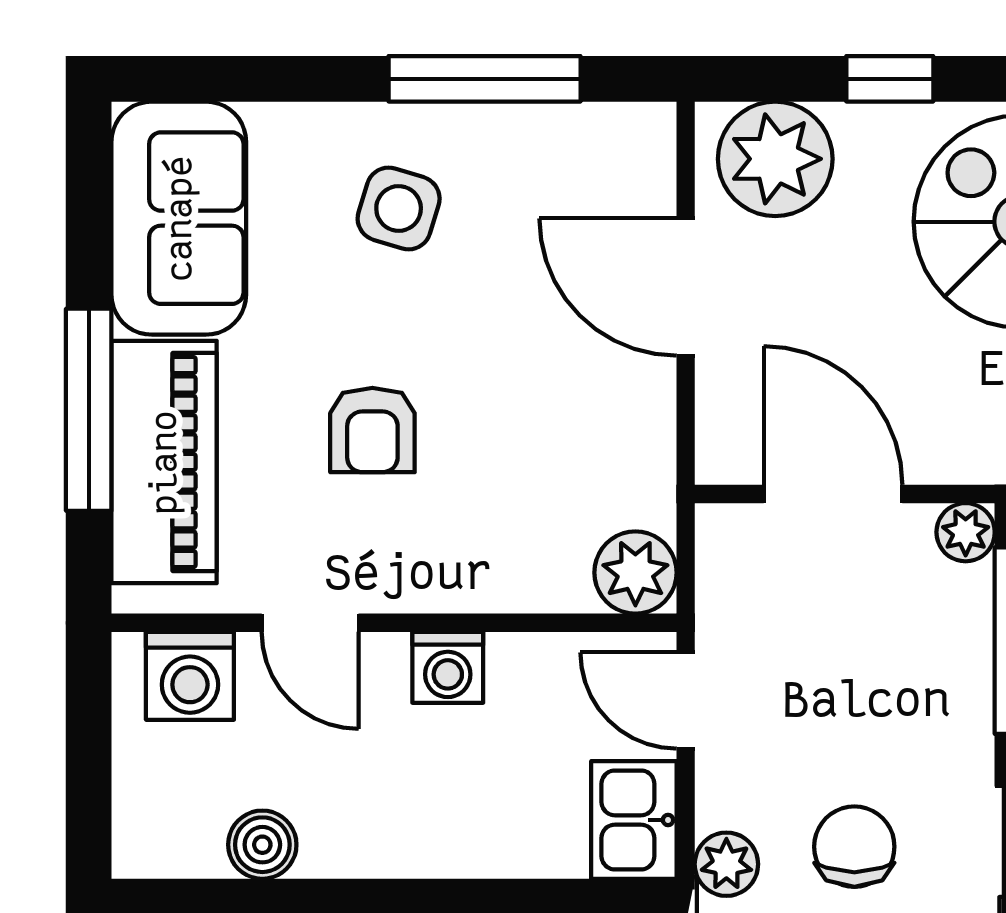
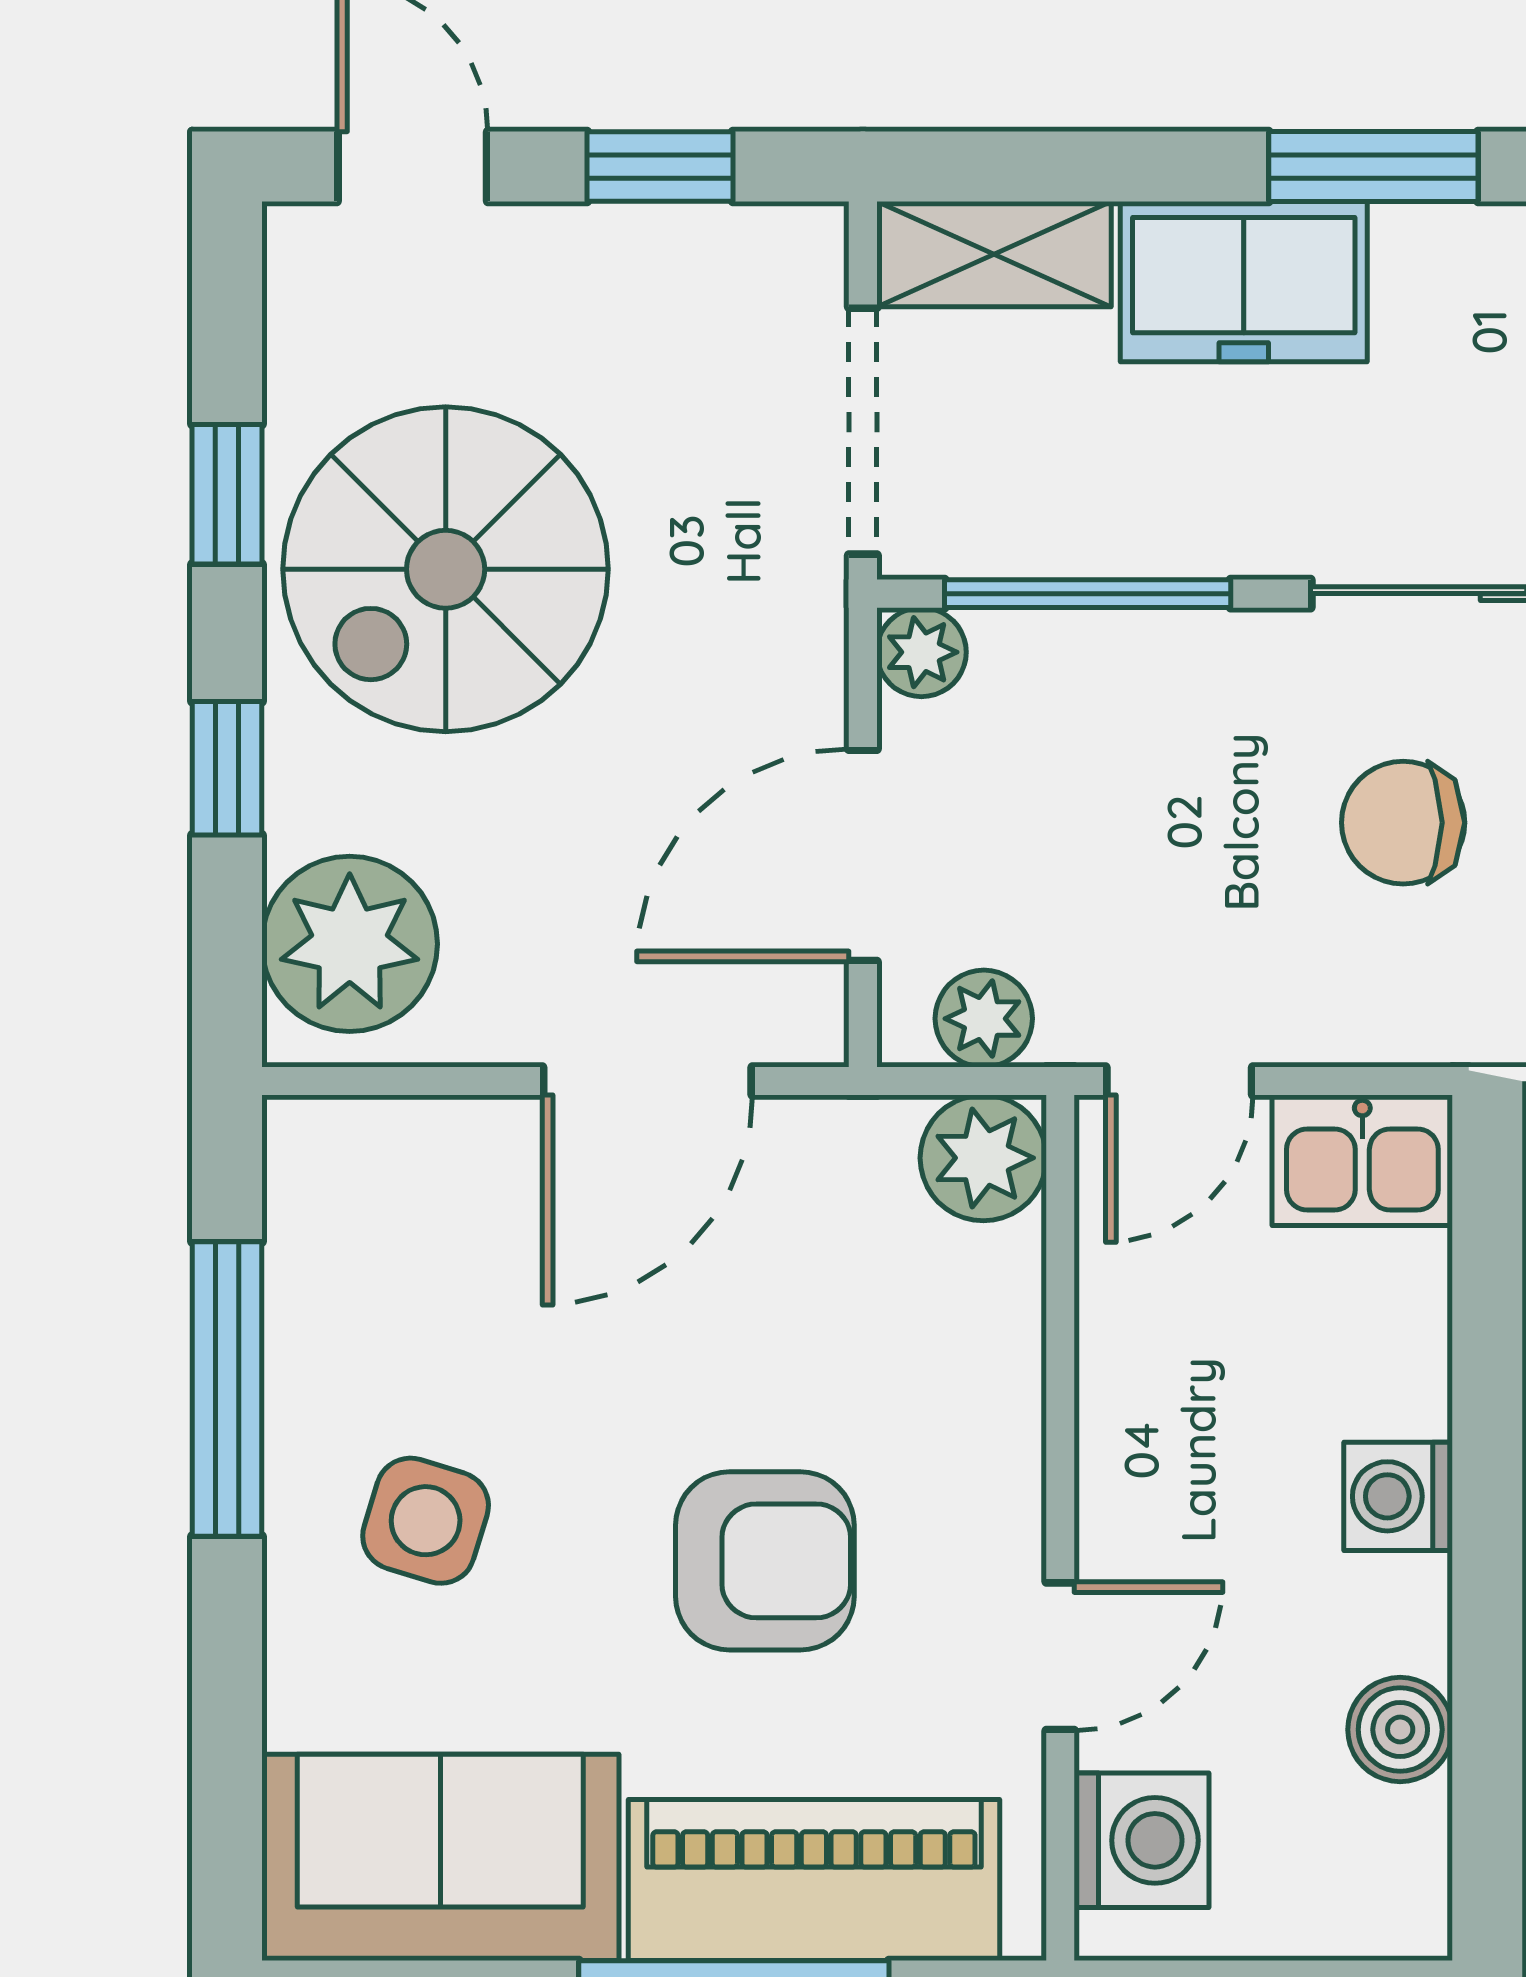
door: (686, 287) -> (647, 1081), moved
armchair: (372, 430) -> (765, 1561), width x1.38, depth x1.38
washing machine: (448, 667) -> (1398, 1496), moved, turned 180
plant: (726, 864) -> (984, 1019), moved

